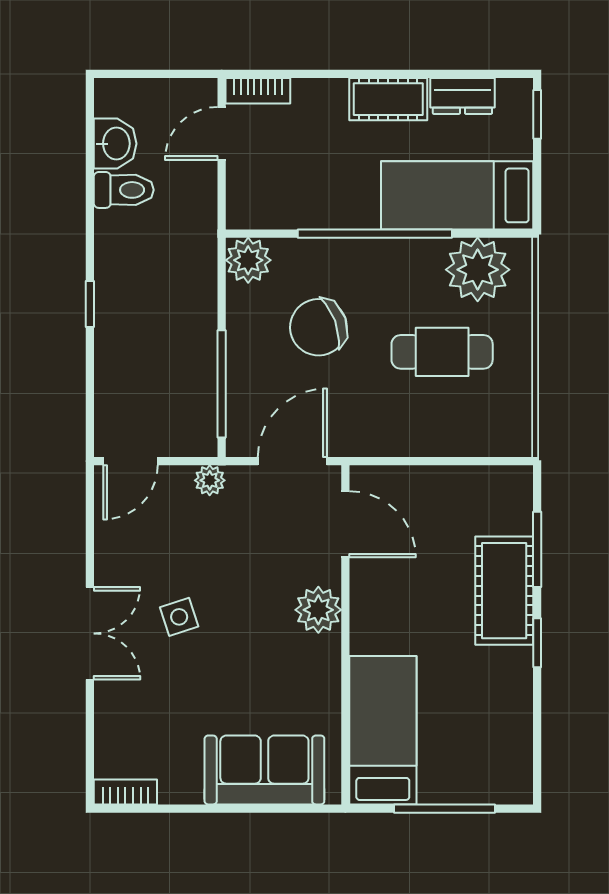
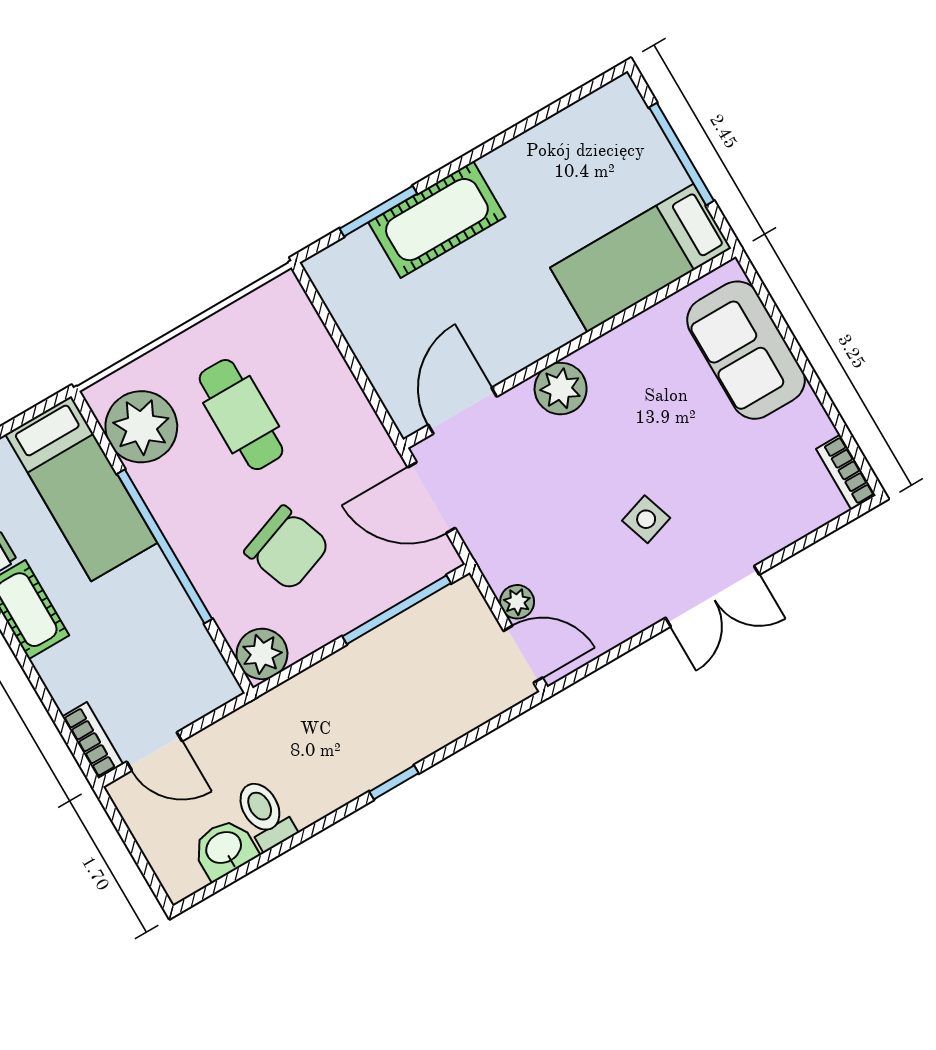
plant: (210, 480) -> (517, 602), moved
double door: (90, 633) -> (712, 596), swing flipped
window: (537, 643) -> (469, 158), removed

